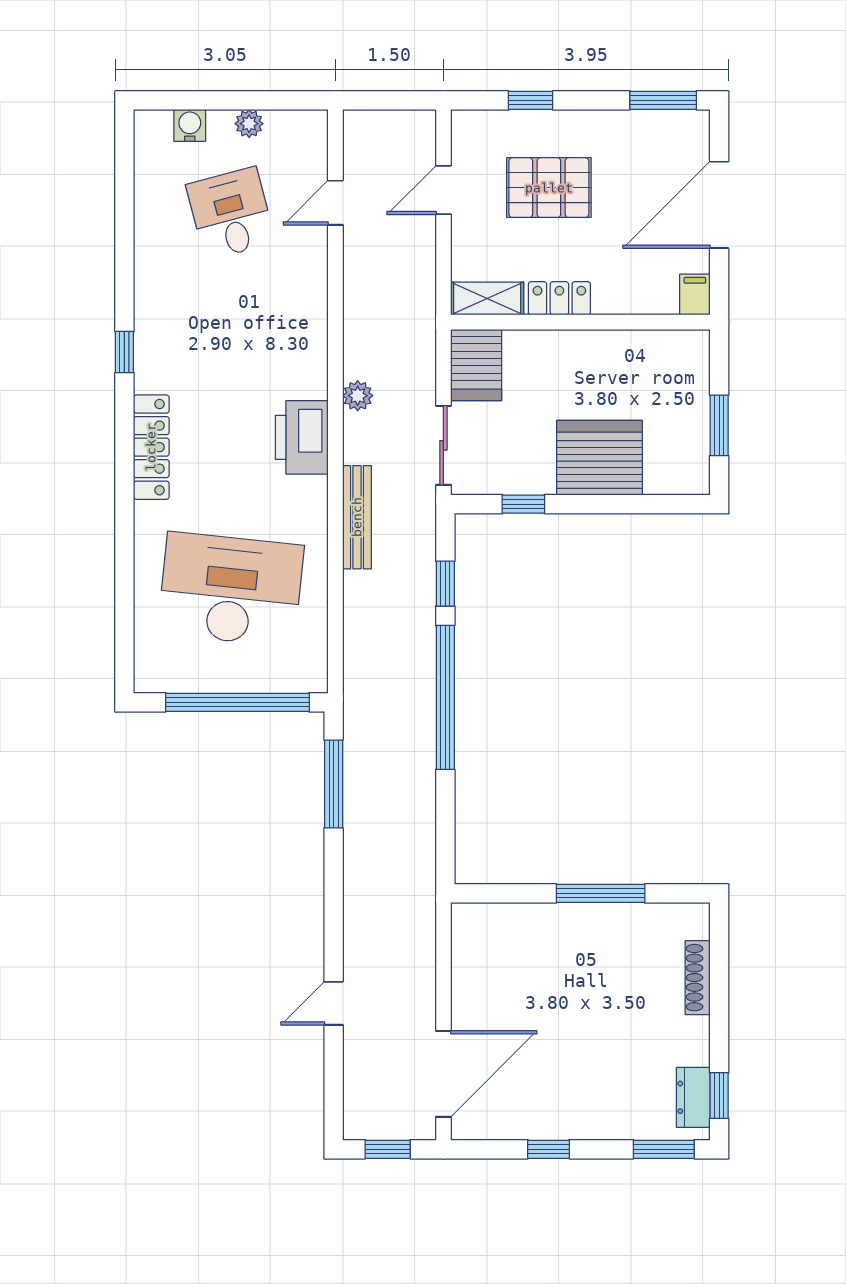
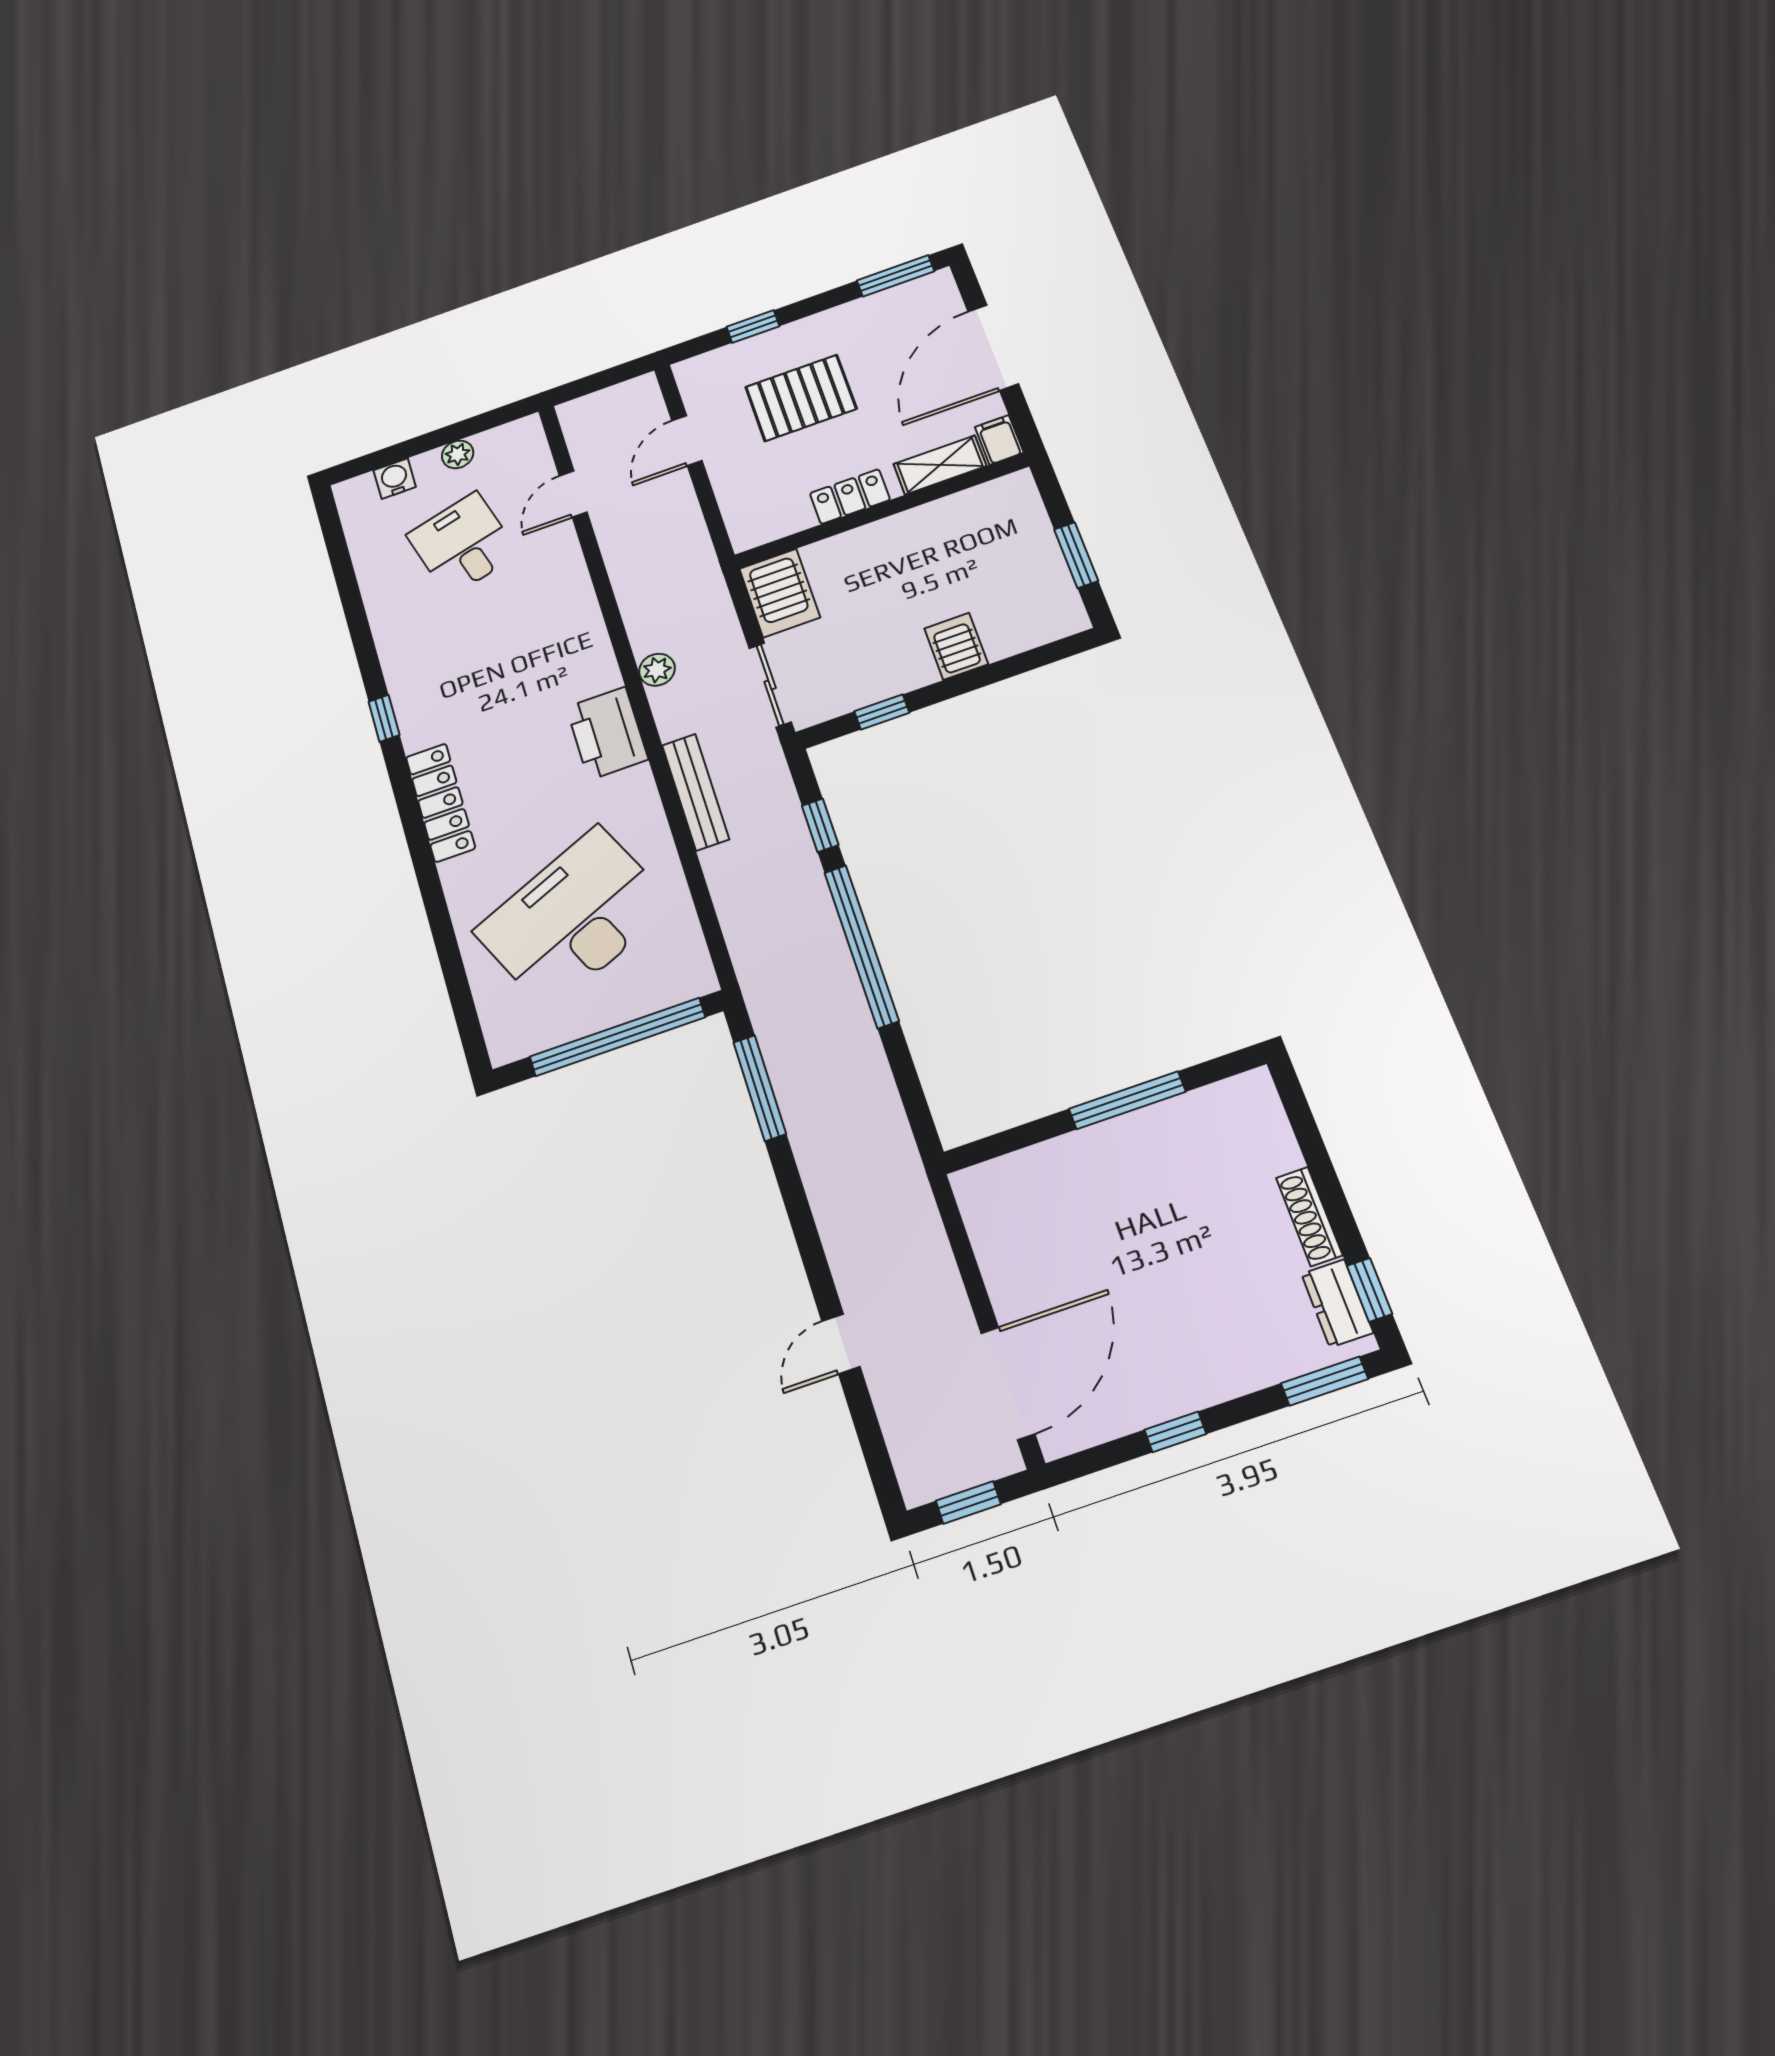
shelving: (487, 298) -> (940, 465), moved
server rack: (599, 458) -> (956, 646), width x0.46, depth x0.70
desk: (231, 589) -> (574, 918), turned -30
shoe rack: (698, 978) -> (1309, 1216), moved

